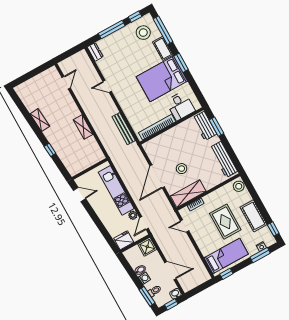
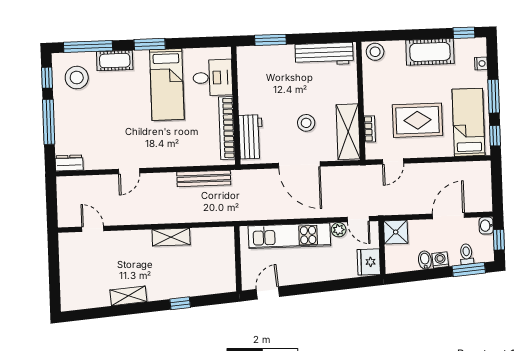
bed: (162, 79) -> (167, 84), width x0.67
workbench: (205, 126) -> (251, 137), moved, turned -90
rug: (225, 222) -> (418, 120), moved
window: (260, 255) -> (494, 96), moved

